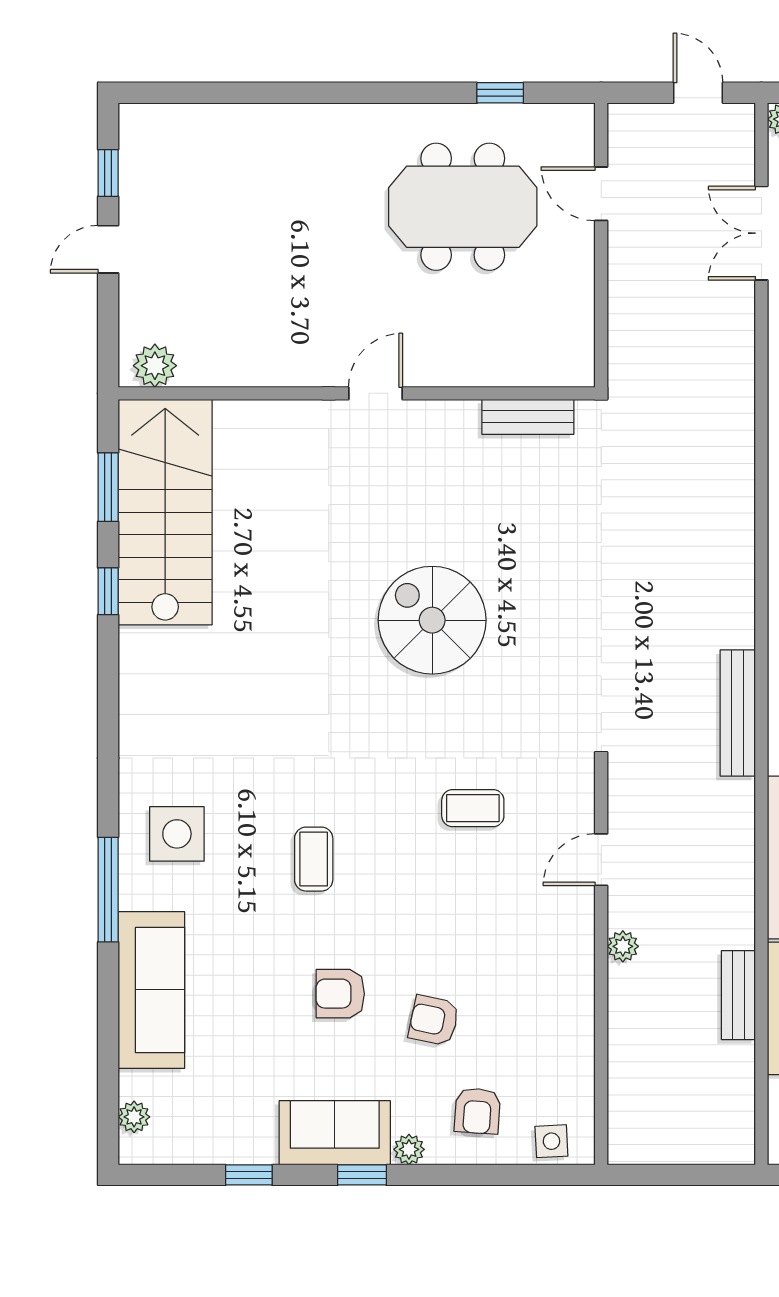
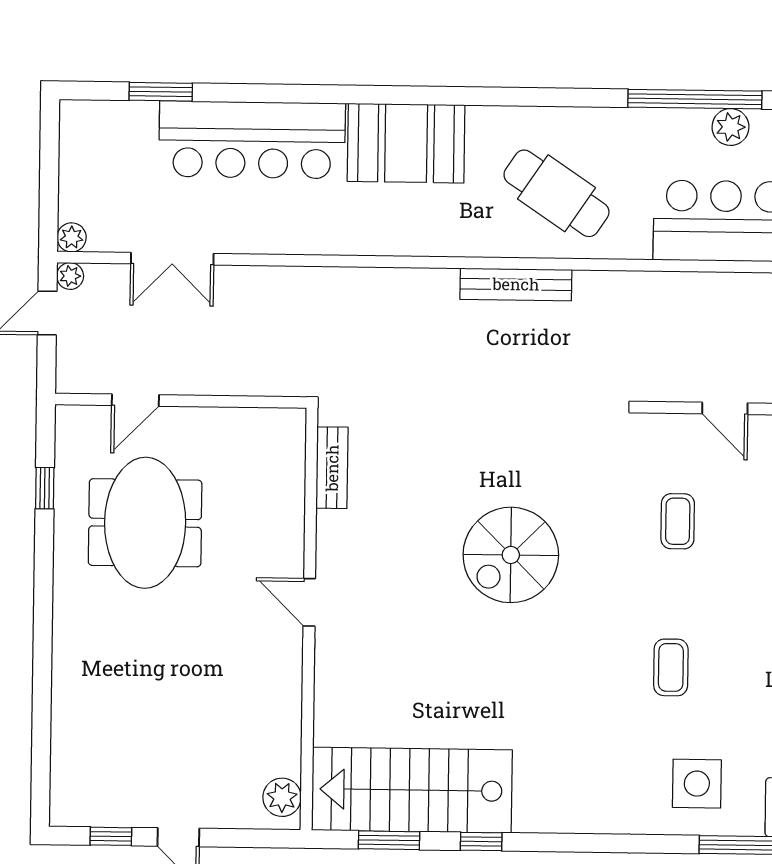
plant: (740, 118) -> (70, 276), added
bench: (738, 713) -> (516, 284), moved
coffee table: (314, 859) -> (671, 667), moved, turned 90

